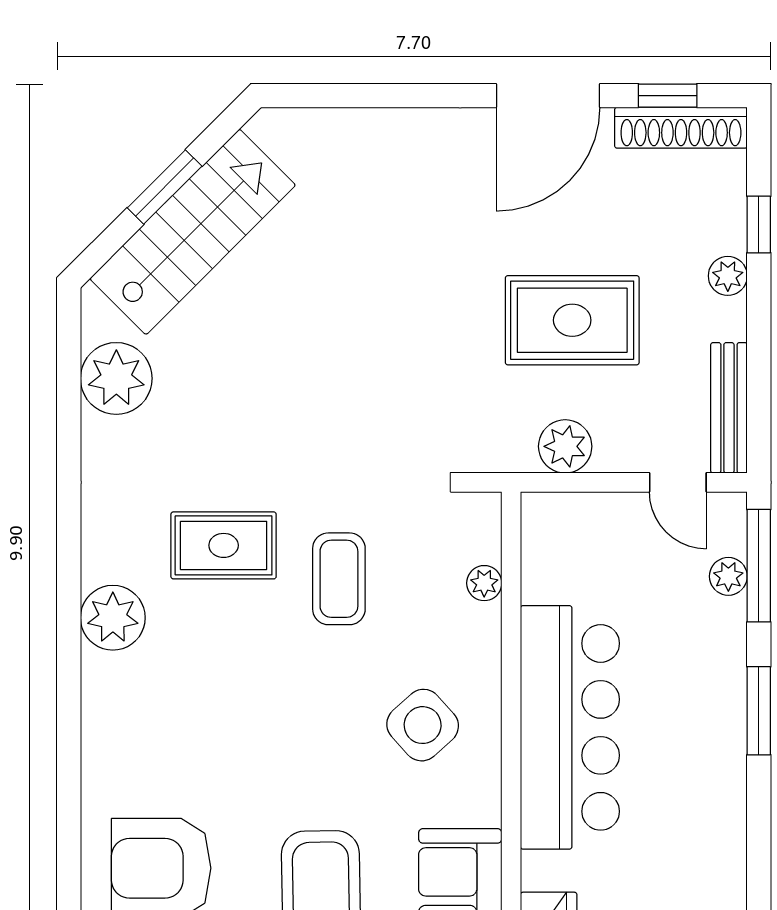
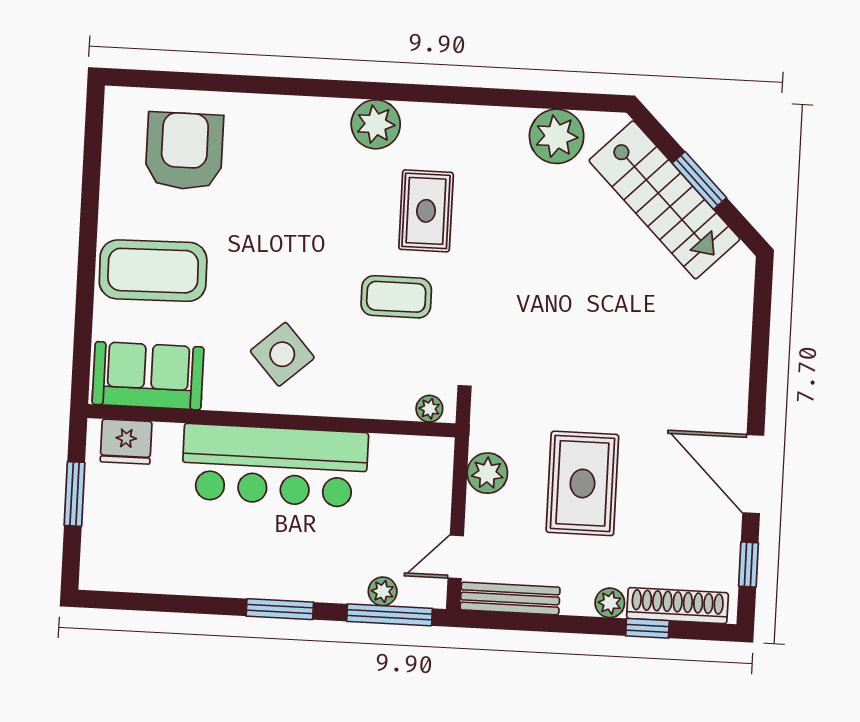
shoe rack: (681, 128) -> (677, 606), moved, turned 90
plant: (484, 583) -> (429, 409), moved

